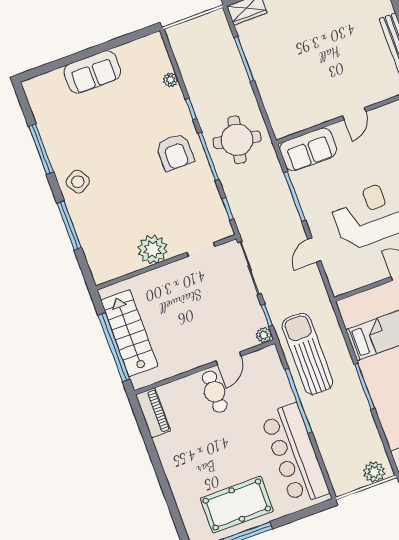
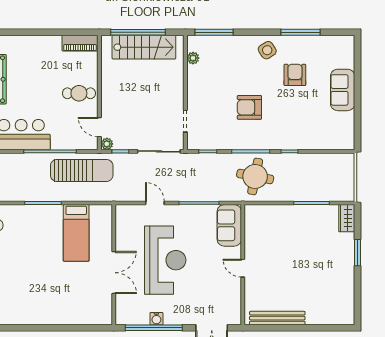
plant: (170, 80) -> (316, 144), removed
armchair: (95, 137) -> (295, 75), added
armchair: (175, 152) -> (249, 107), moved
window: (69, 225) -> (214, 32), moved
plant: (153, 249) -> (193, 58), moved, width x0.53, depth x0.53
door: (229, 358) -> (99, 127), moved

